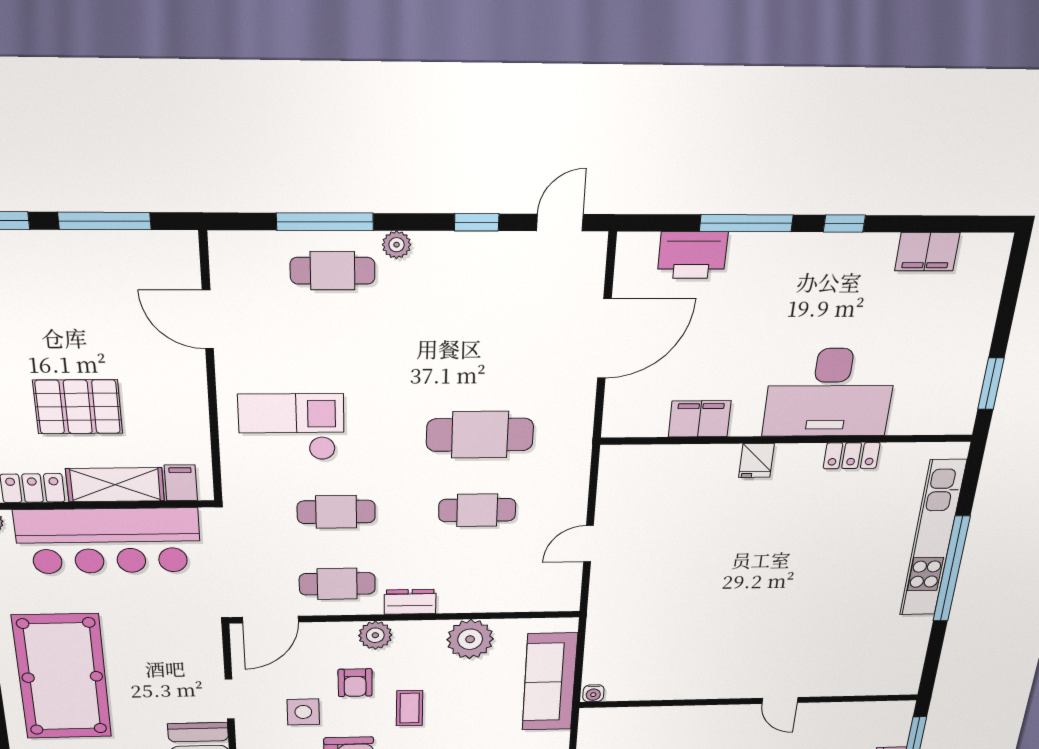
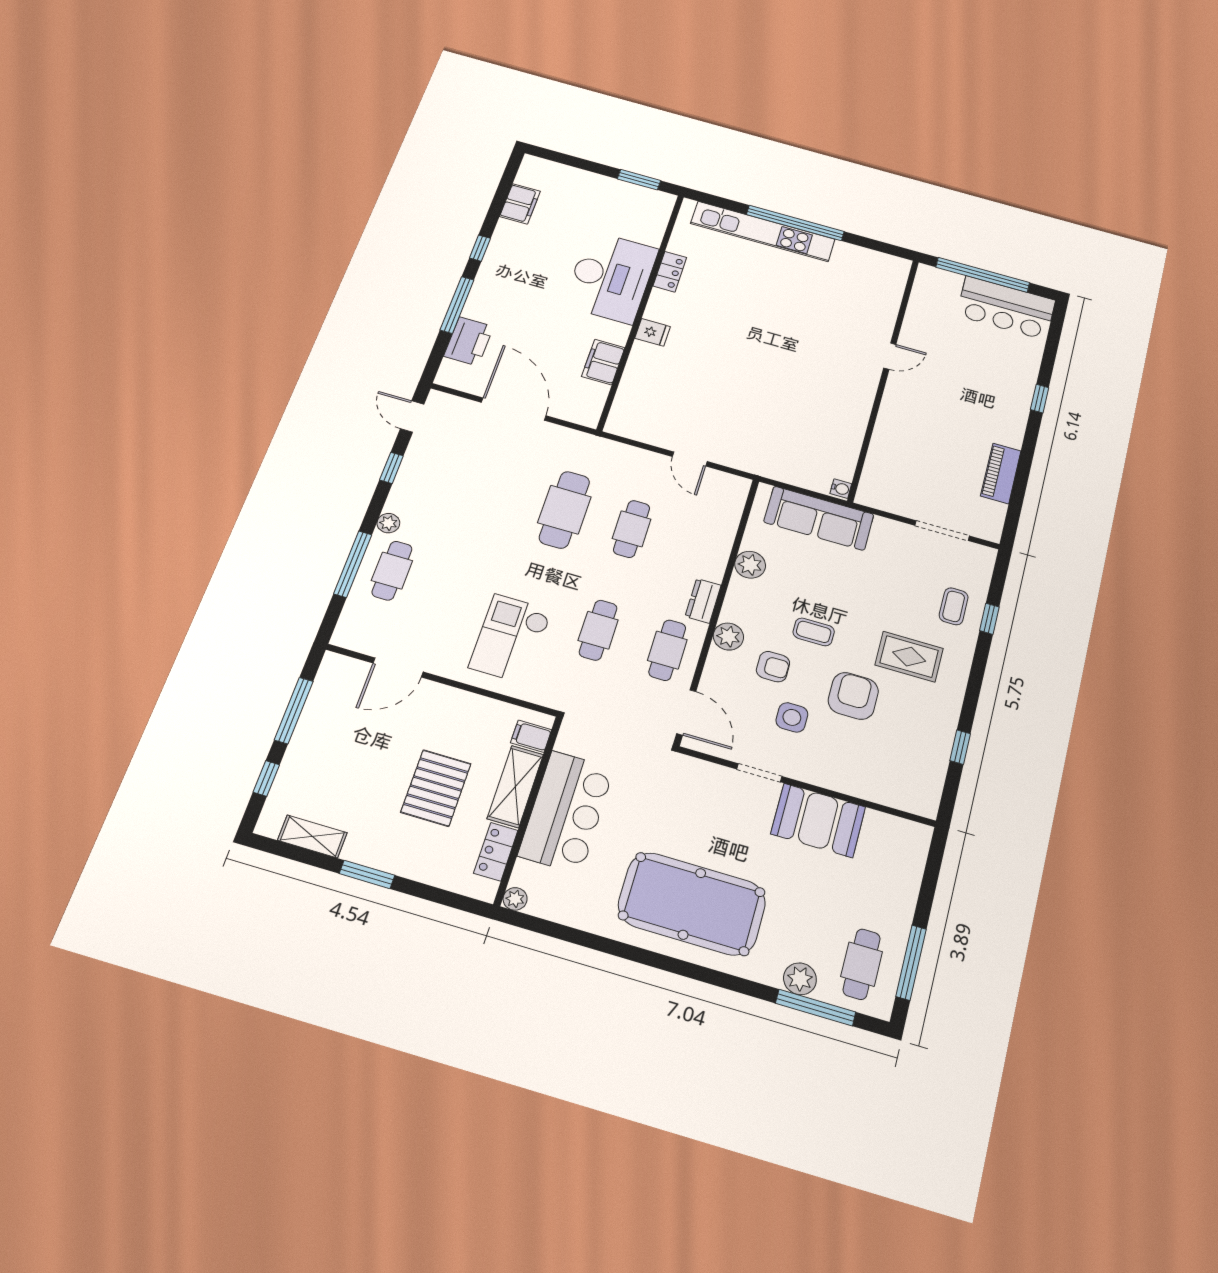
bar counter: (109, 541) -> (566, 812), width x0.73
plant: (470, 639) -> (750, 565), width x0.73, depth x0.73

